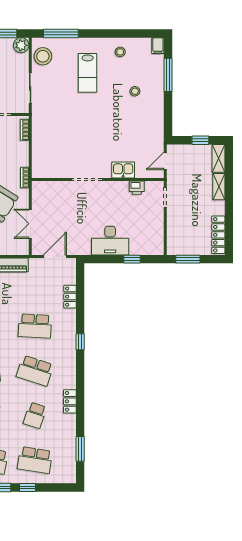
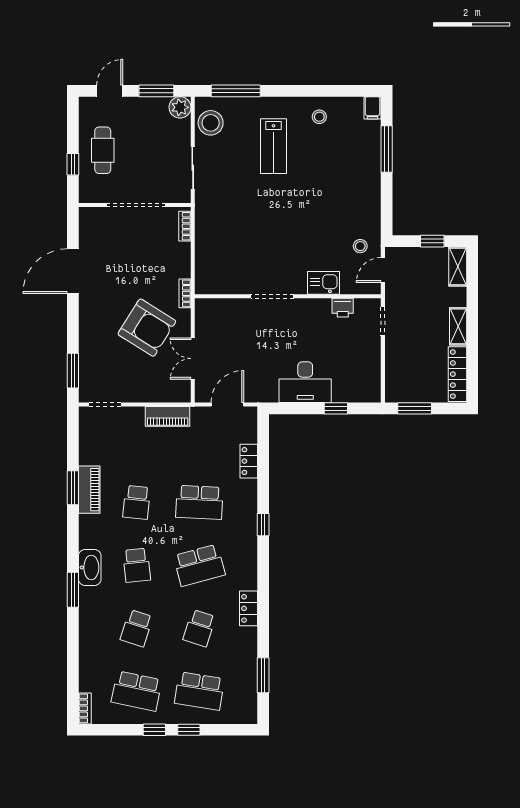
stool: (135, 91) -> (360, 246), moved
shelving: (219, 187) -> (458, 326), moved
school desk: (35, 371) -> (199, 565), turned -33

